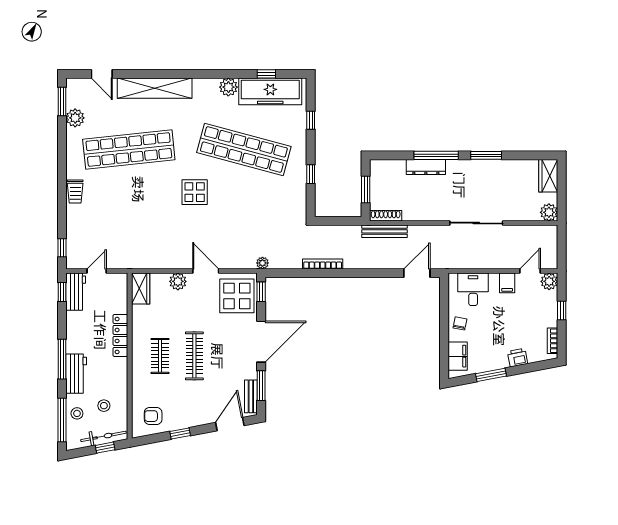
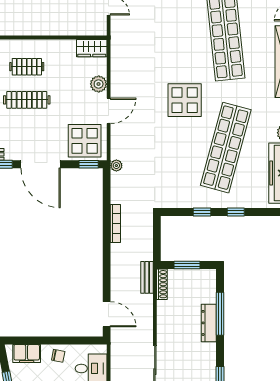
window: (311, 120) -> (236, 212), moved
window: (436, 155) -> (220, 314), moved
display table: (195, 192) -> (185, 100), width x1.36, depth x1.36
bench: (385, 231) -> (147, 277), width x0.73
locker: (120, 335) -> (47, 29), removed

